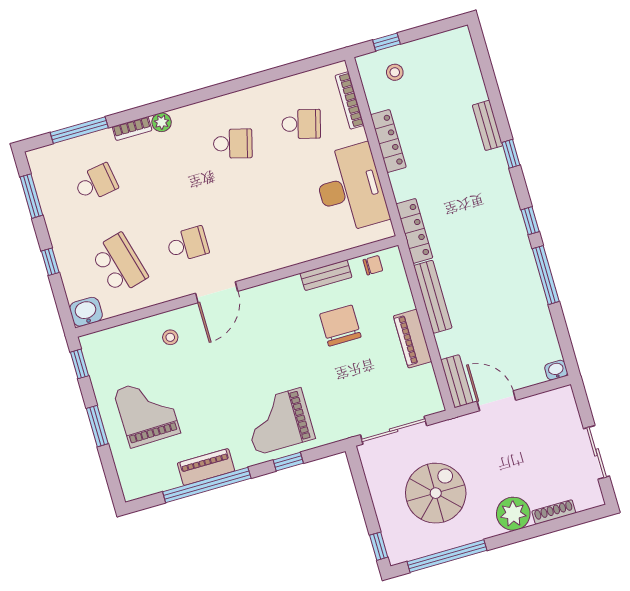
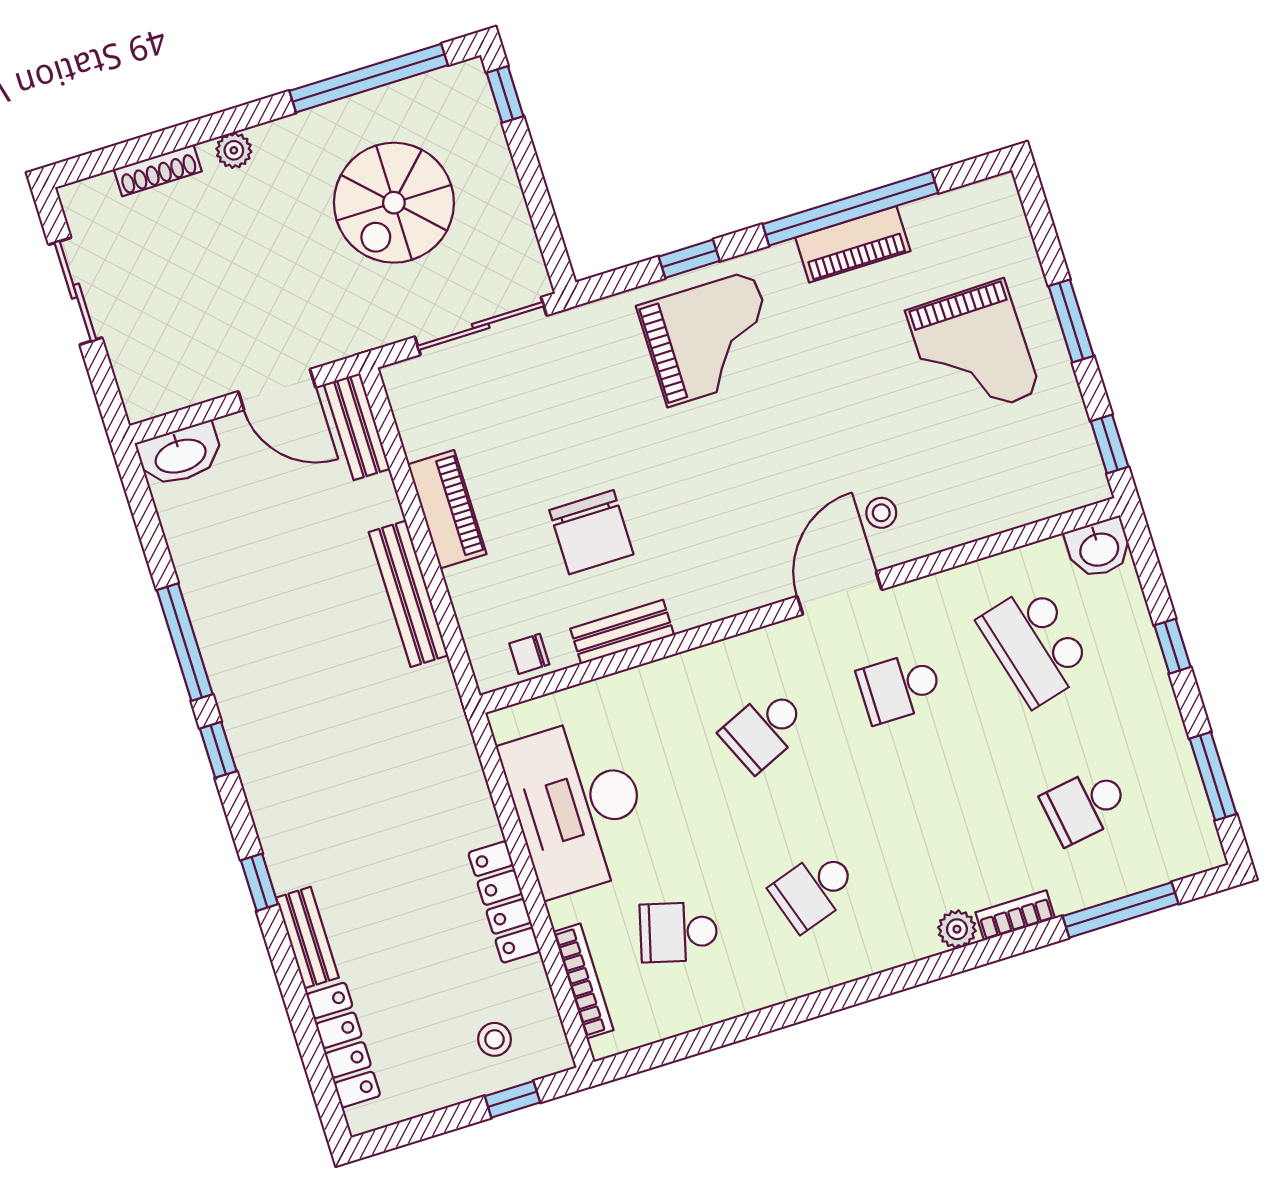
school desk: (233, 144) -> (814, 890), turned -33
school desk: (256, 225) -> (764, 730), added
locker: (414, 231) -> (343, 1045), moved, turned 180
stool: (170, 337) -> (881, 513), moved
washbasin: (556, 370) -> (180, 455), width x1.91, depth x1.45
plant: (513, 514) -> (234, 150), width x0.53, depth x0.53

